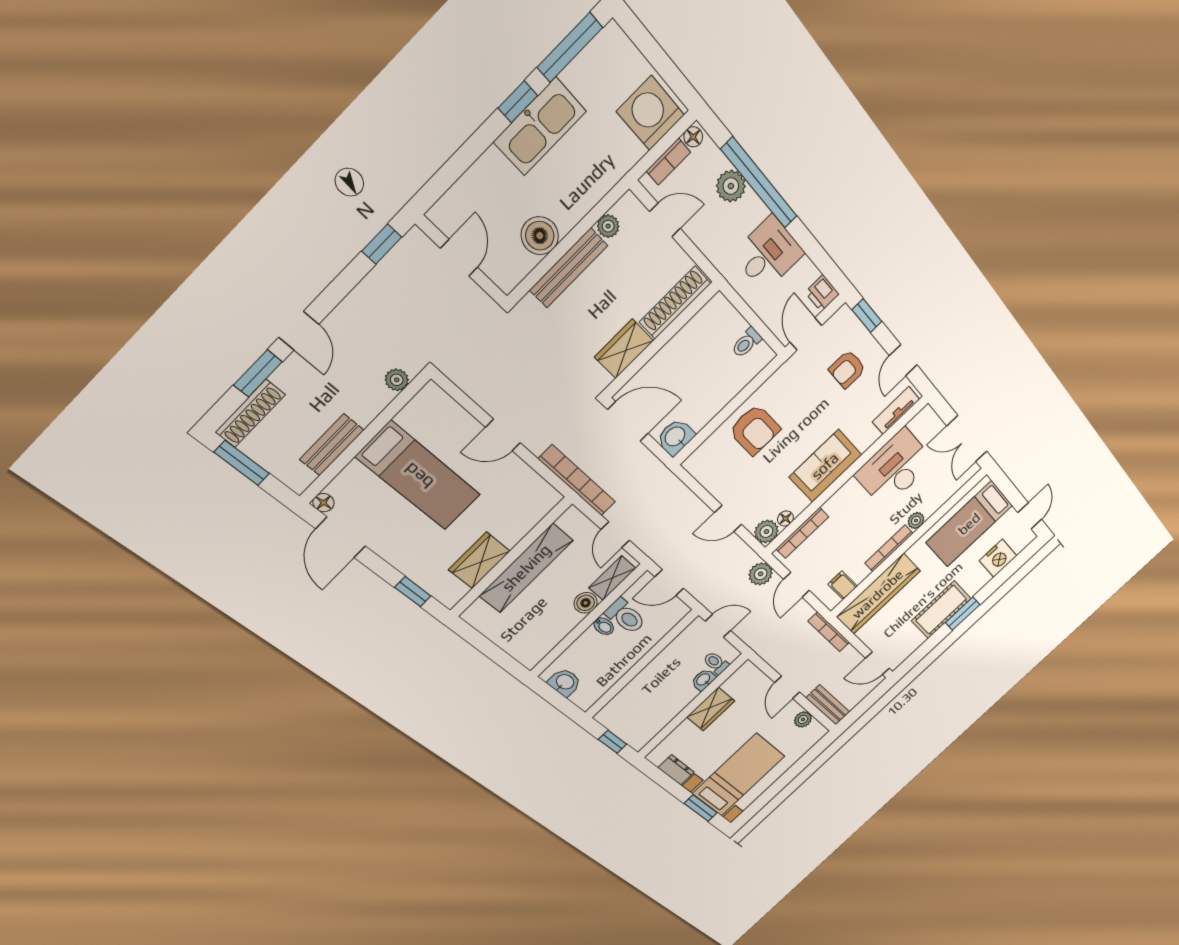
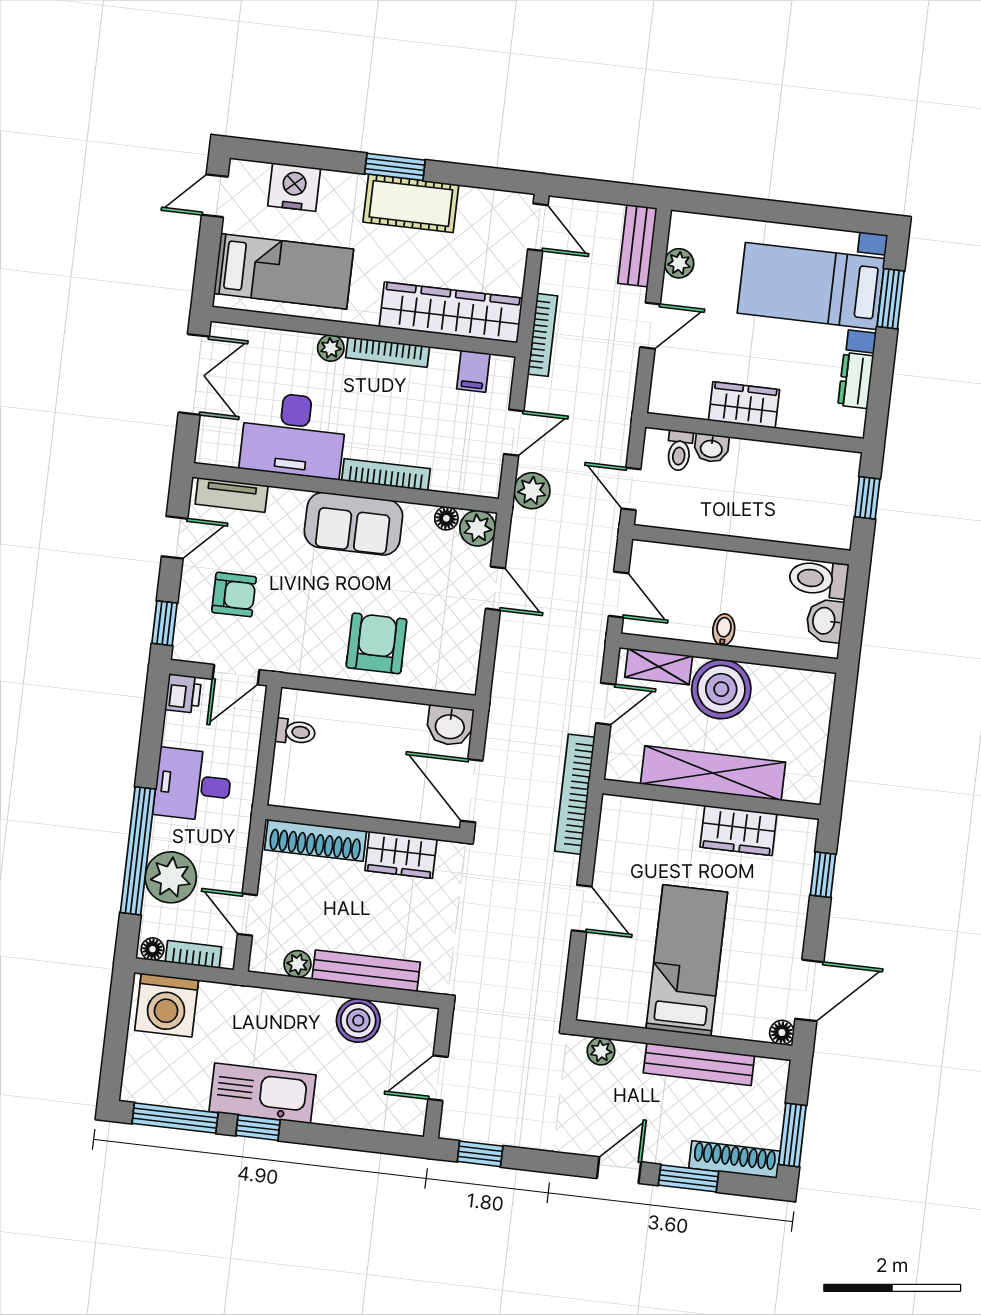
plant: (731, 186) -> (171, 877), width x1.36, depth x1.36
bench: (332, 445) -> (699, 1064), width x1.36
bookcase: (802, 533) -> (386, 475), moved
boiler: (586, 603) -> (721, 689), width x1.86, depth x1.86
toilet: (626, 616) -> (818, 579), moved, turned -90

